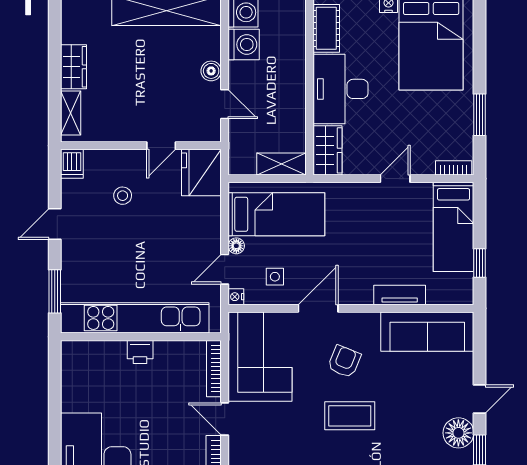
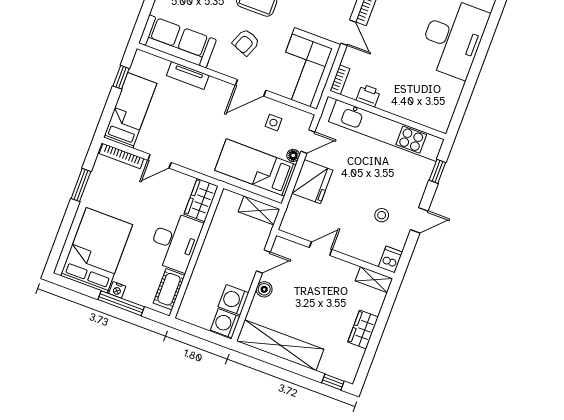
door: (225, 104) -> (263, 262), swing flipped
shelving: (71, 113) -> (374, 280), moved, turned 90
shelving: (282, 164) -> (259, 210), moved
bookcase: (454, 168) -> (122, 156), width x1.56
fridge: (201, 172) -> (312, 182), moved
stool: (123, 196) -> (382, 215), moved
window: (55, 291) -> (437, 171), width x0.67
nightstand: (236, 297) -> (307, 119), removed
printer: (140, 352) -> (368, 96), moved
bookcase: (214, 369) -> (340, 80), width x0.64

